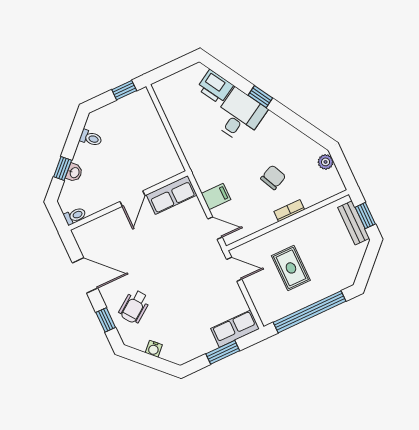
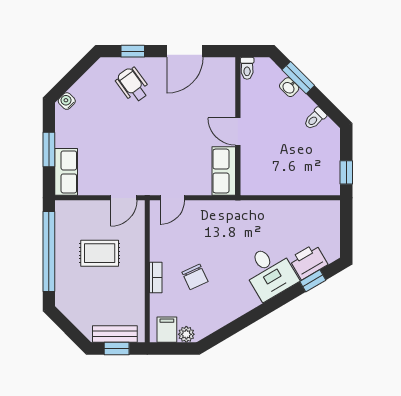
window: (260, 97) -> (313, 281), moved
window: (63, 169) -> (298, 78), width x1.50
filing cabinet: (216, 197) -> (167, 330), moved, turned 180
water cooler: (154, 349) -> (67, 101), moved

